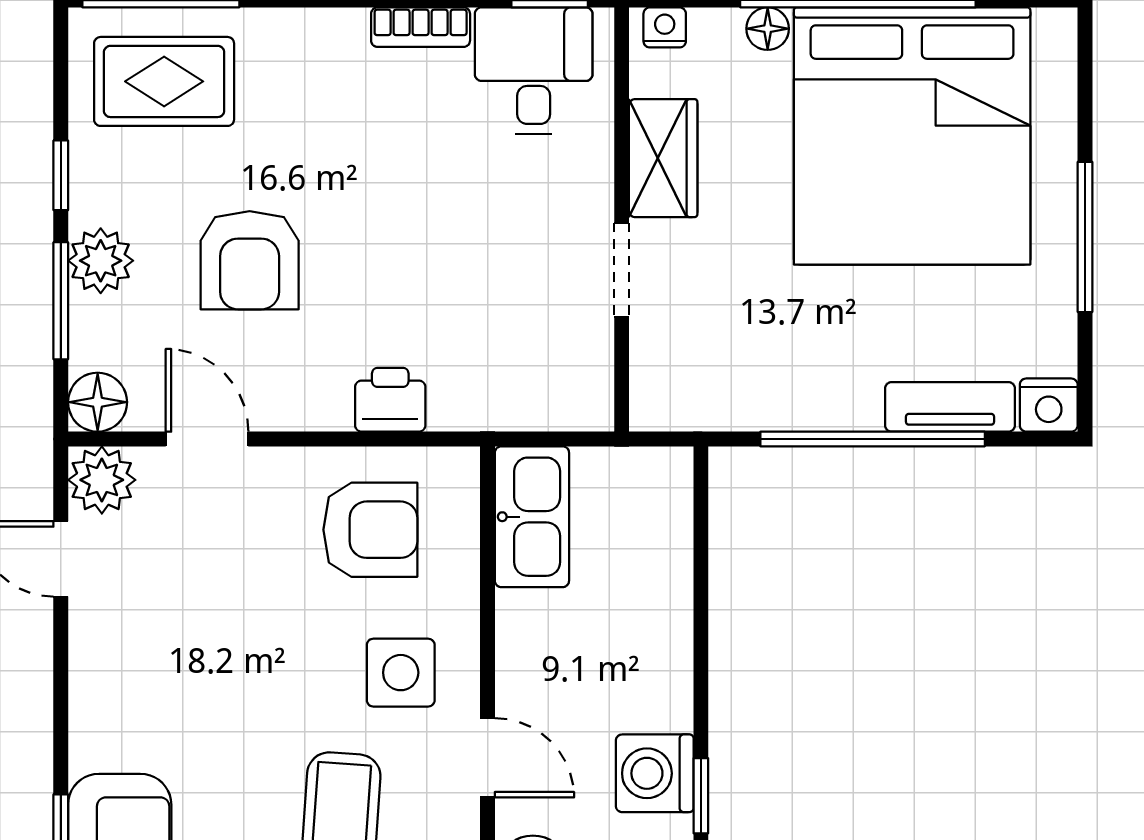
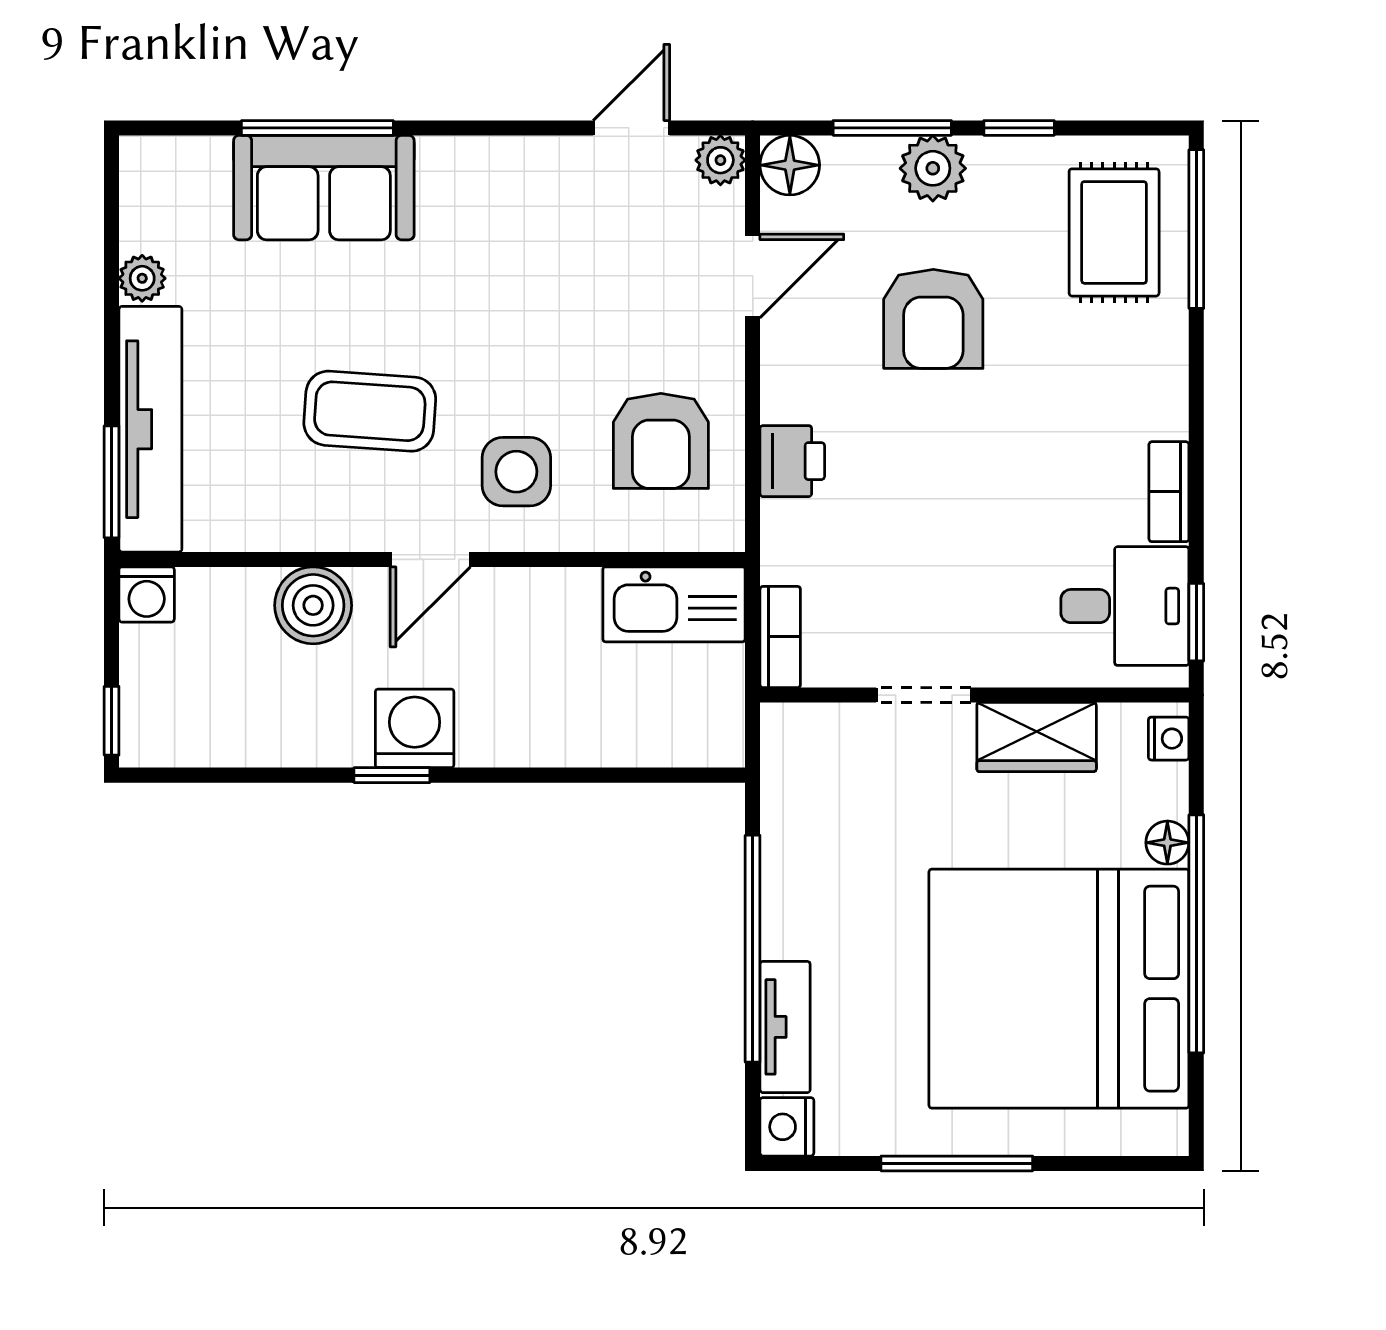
armchair: (250, 260) -> (933, 319), turned -90
bookcase: (564, 412) -> (780, 637), added
plant: (102, 480) -> (720, 160), width x0.73, depth x0.73

